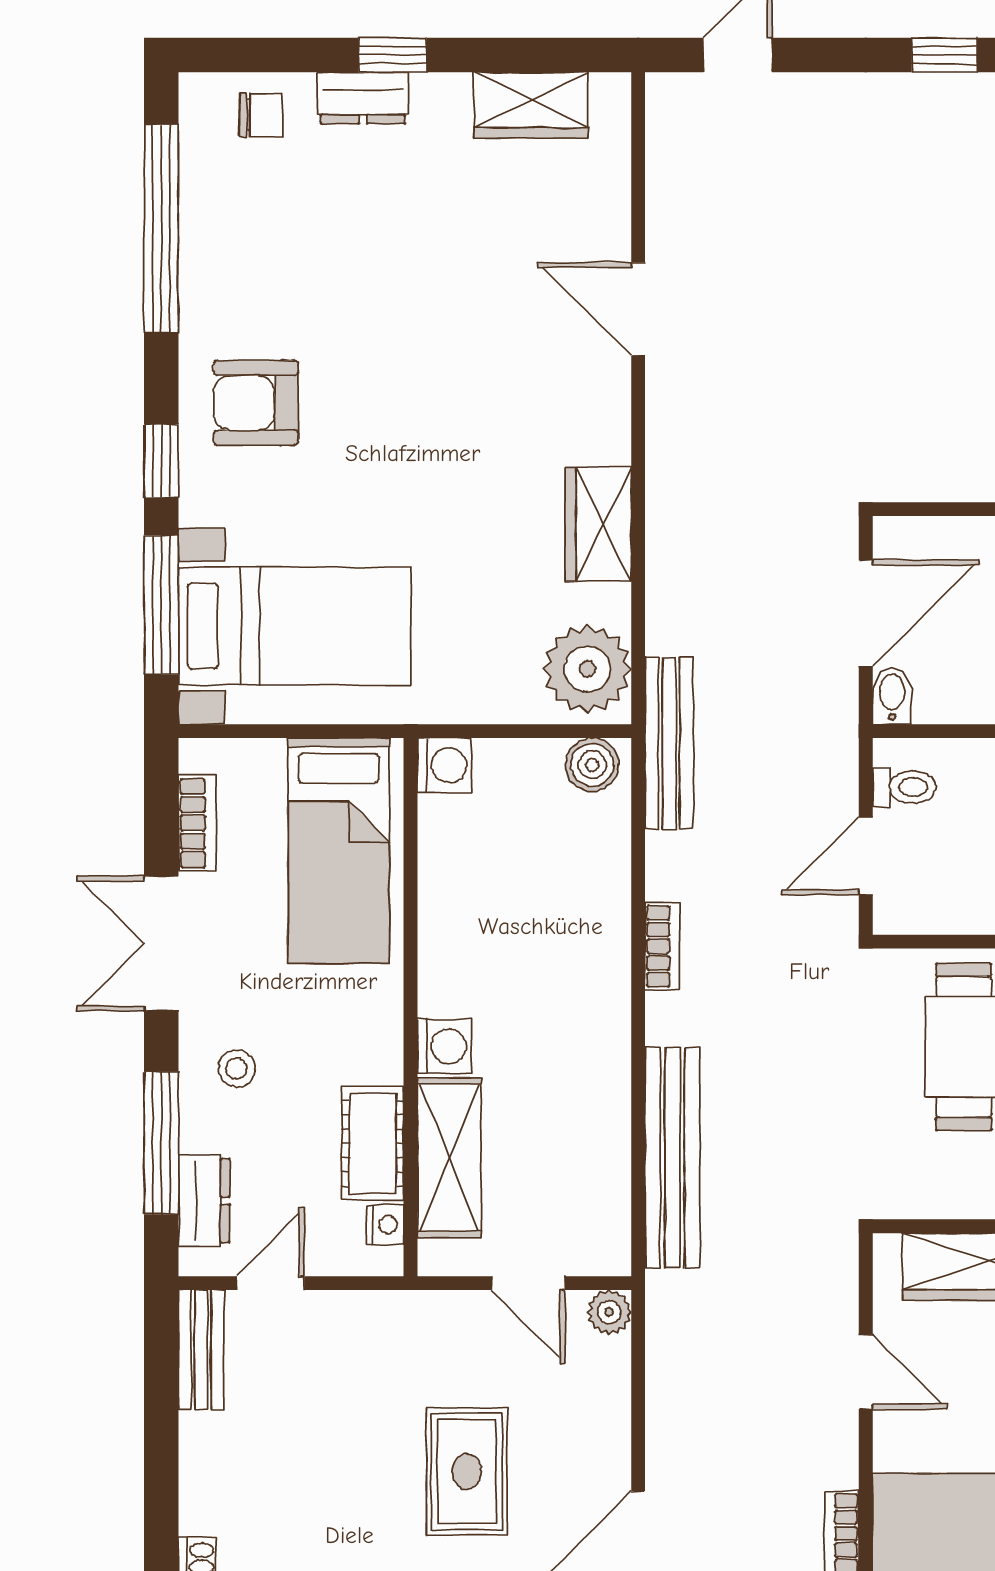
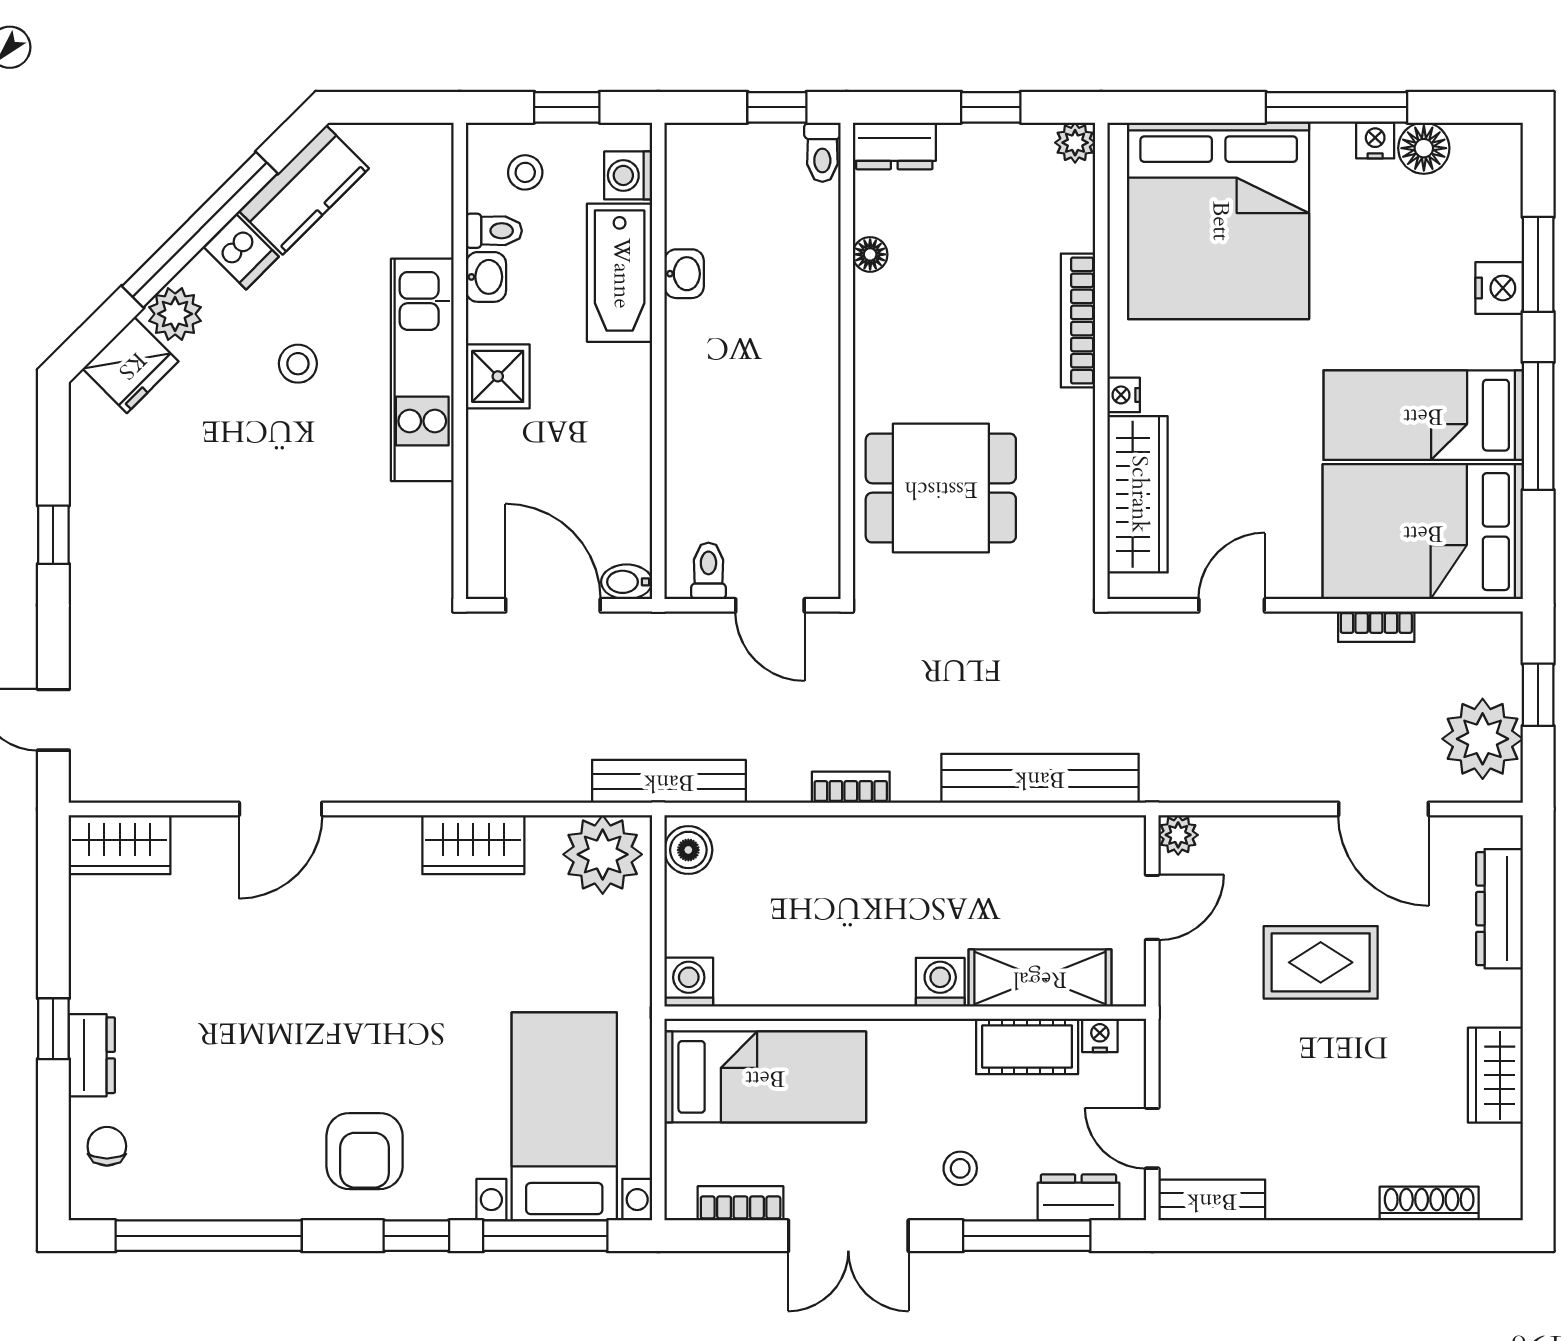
wardrobe: (531, 105) -> (120, 845), moved, turned 90

